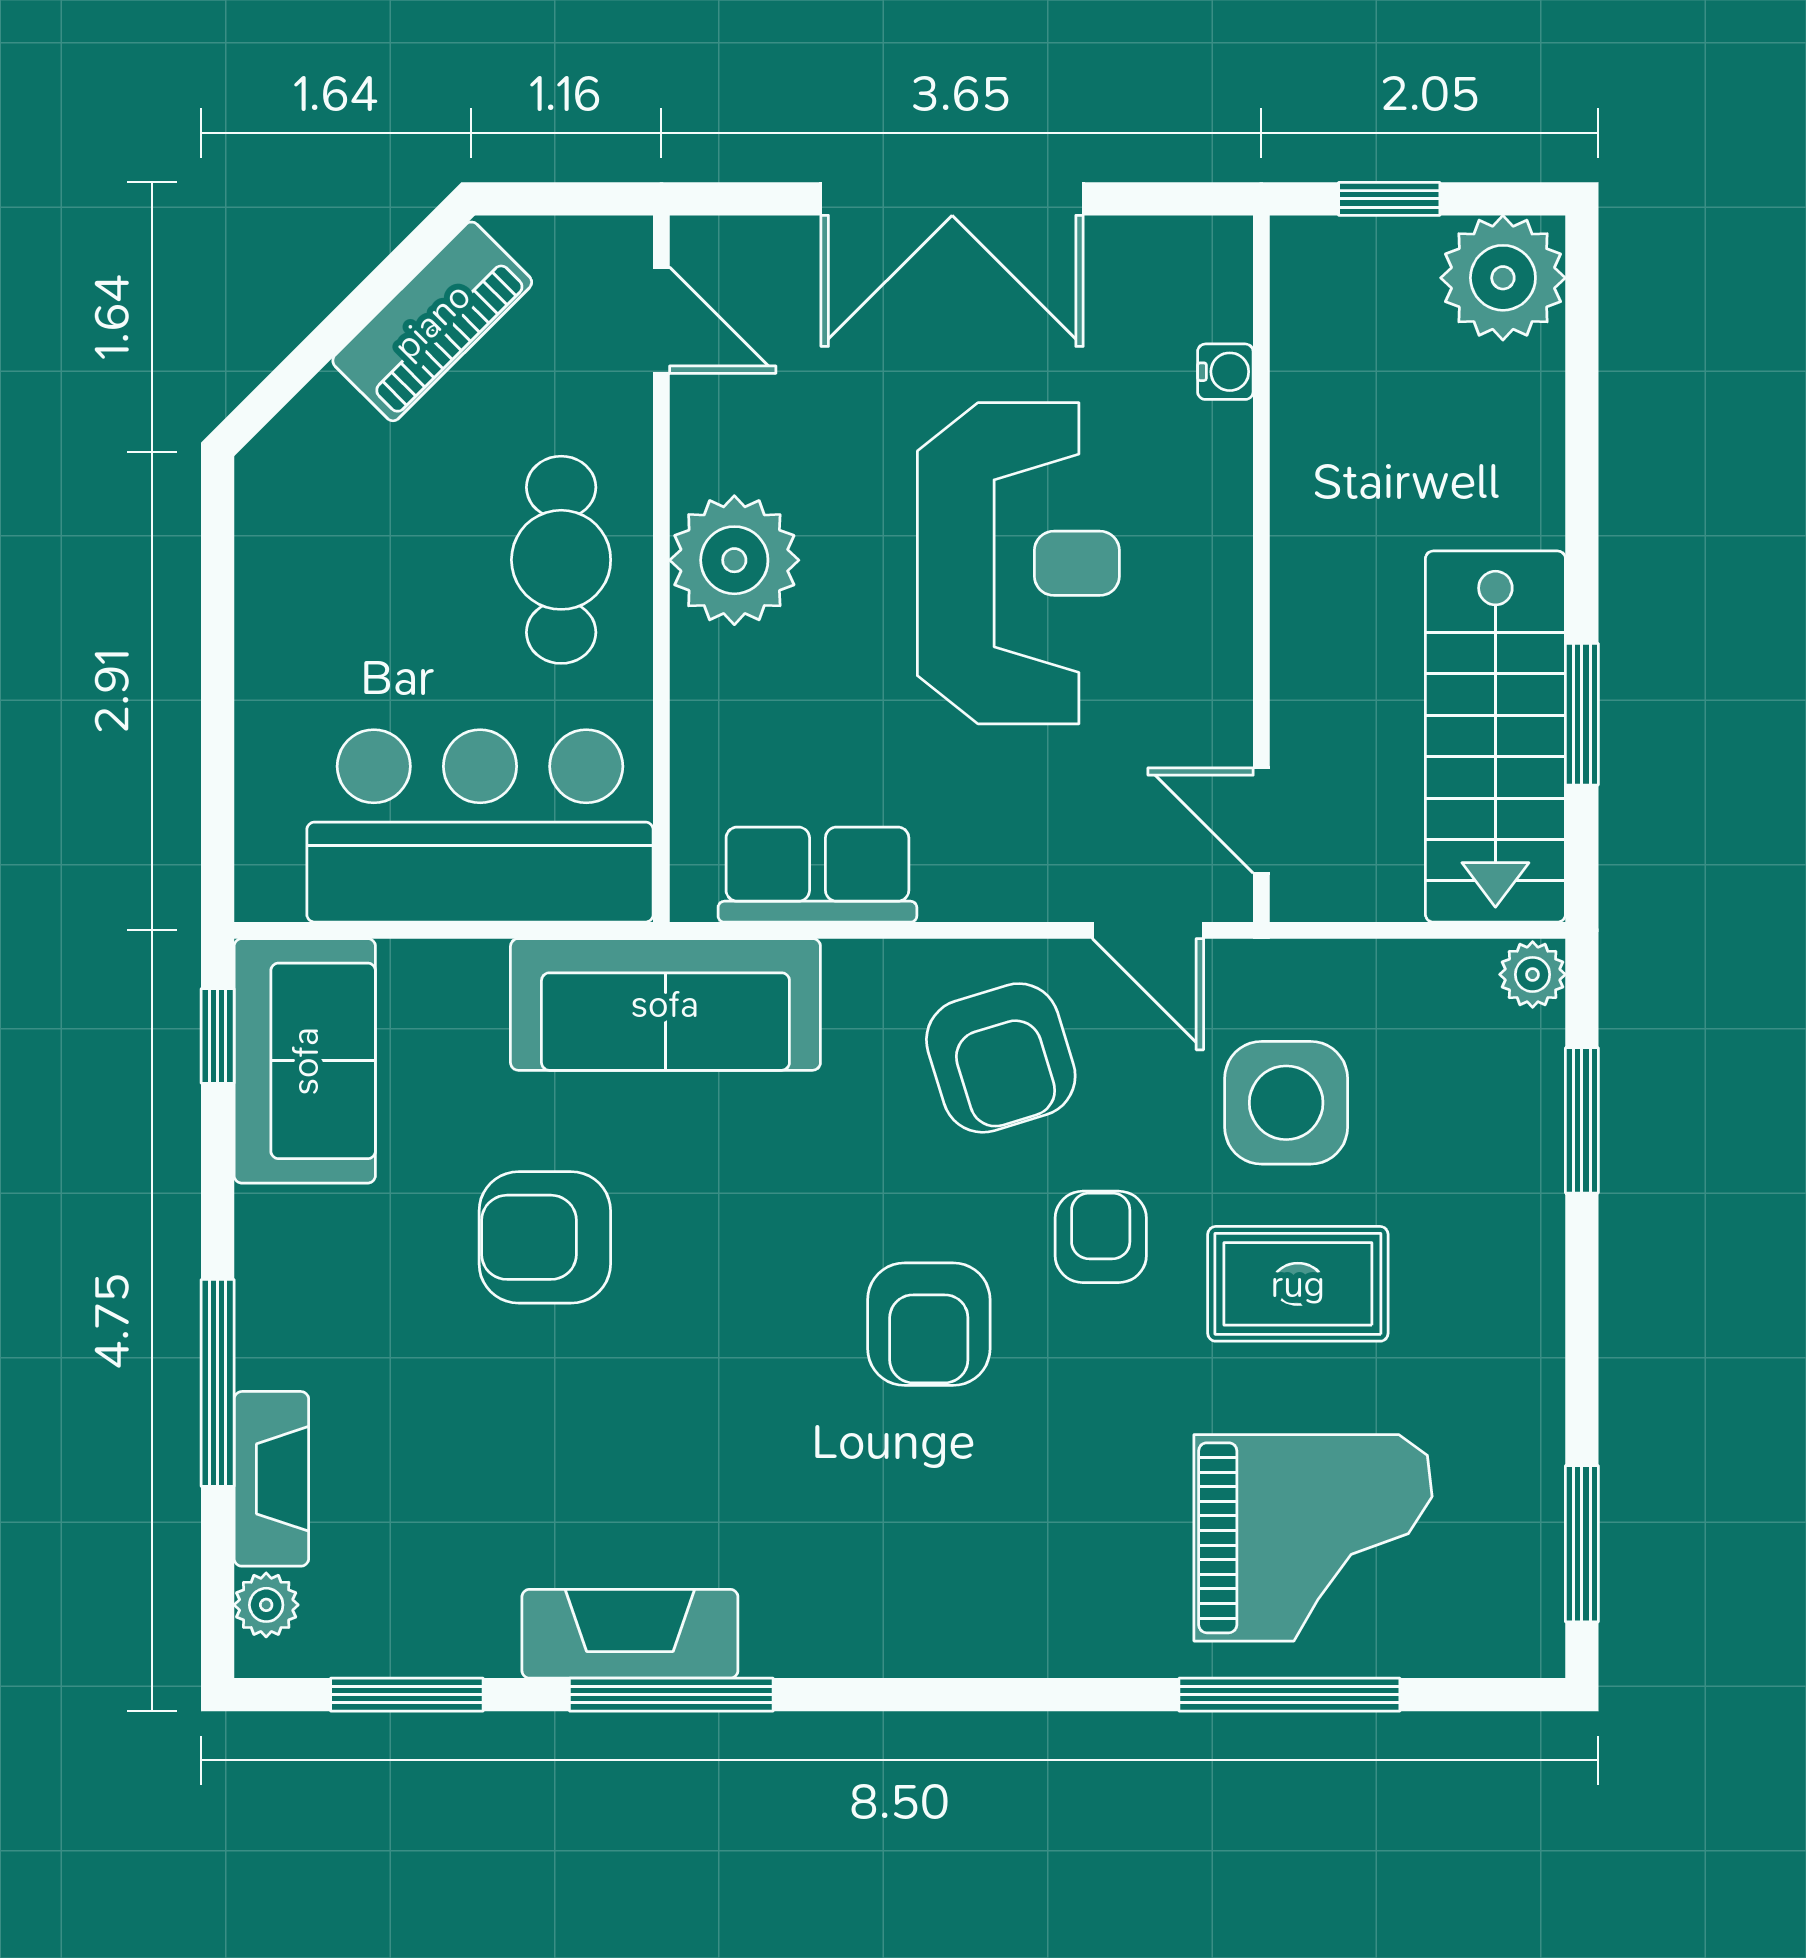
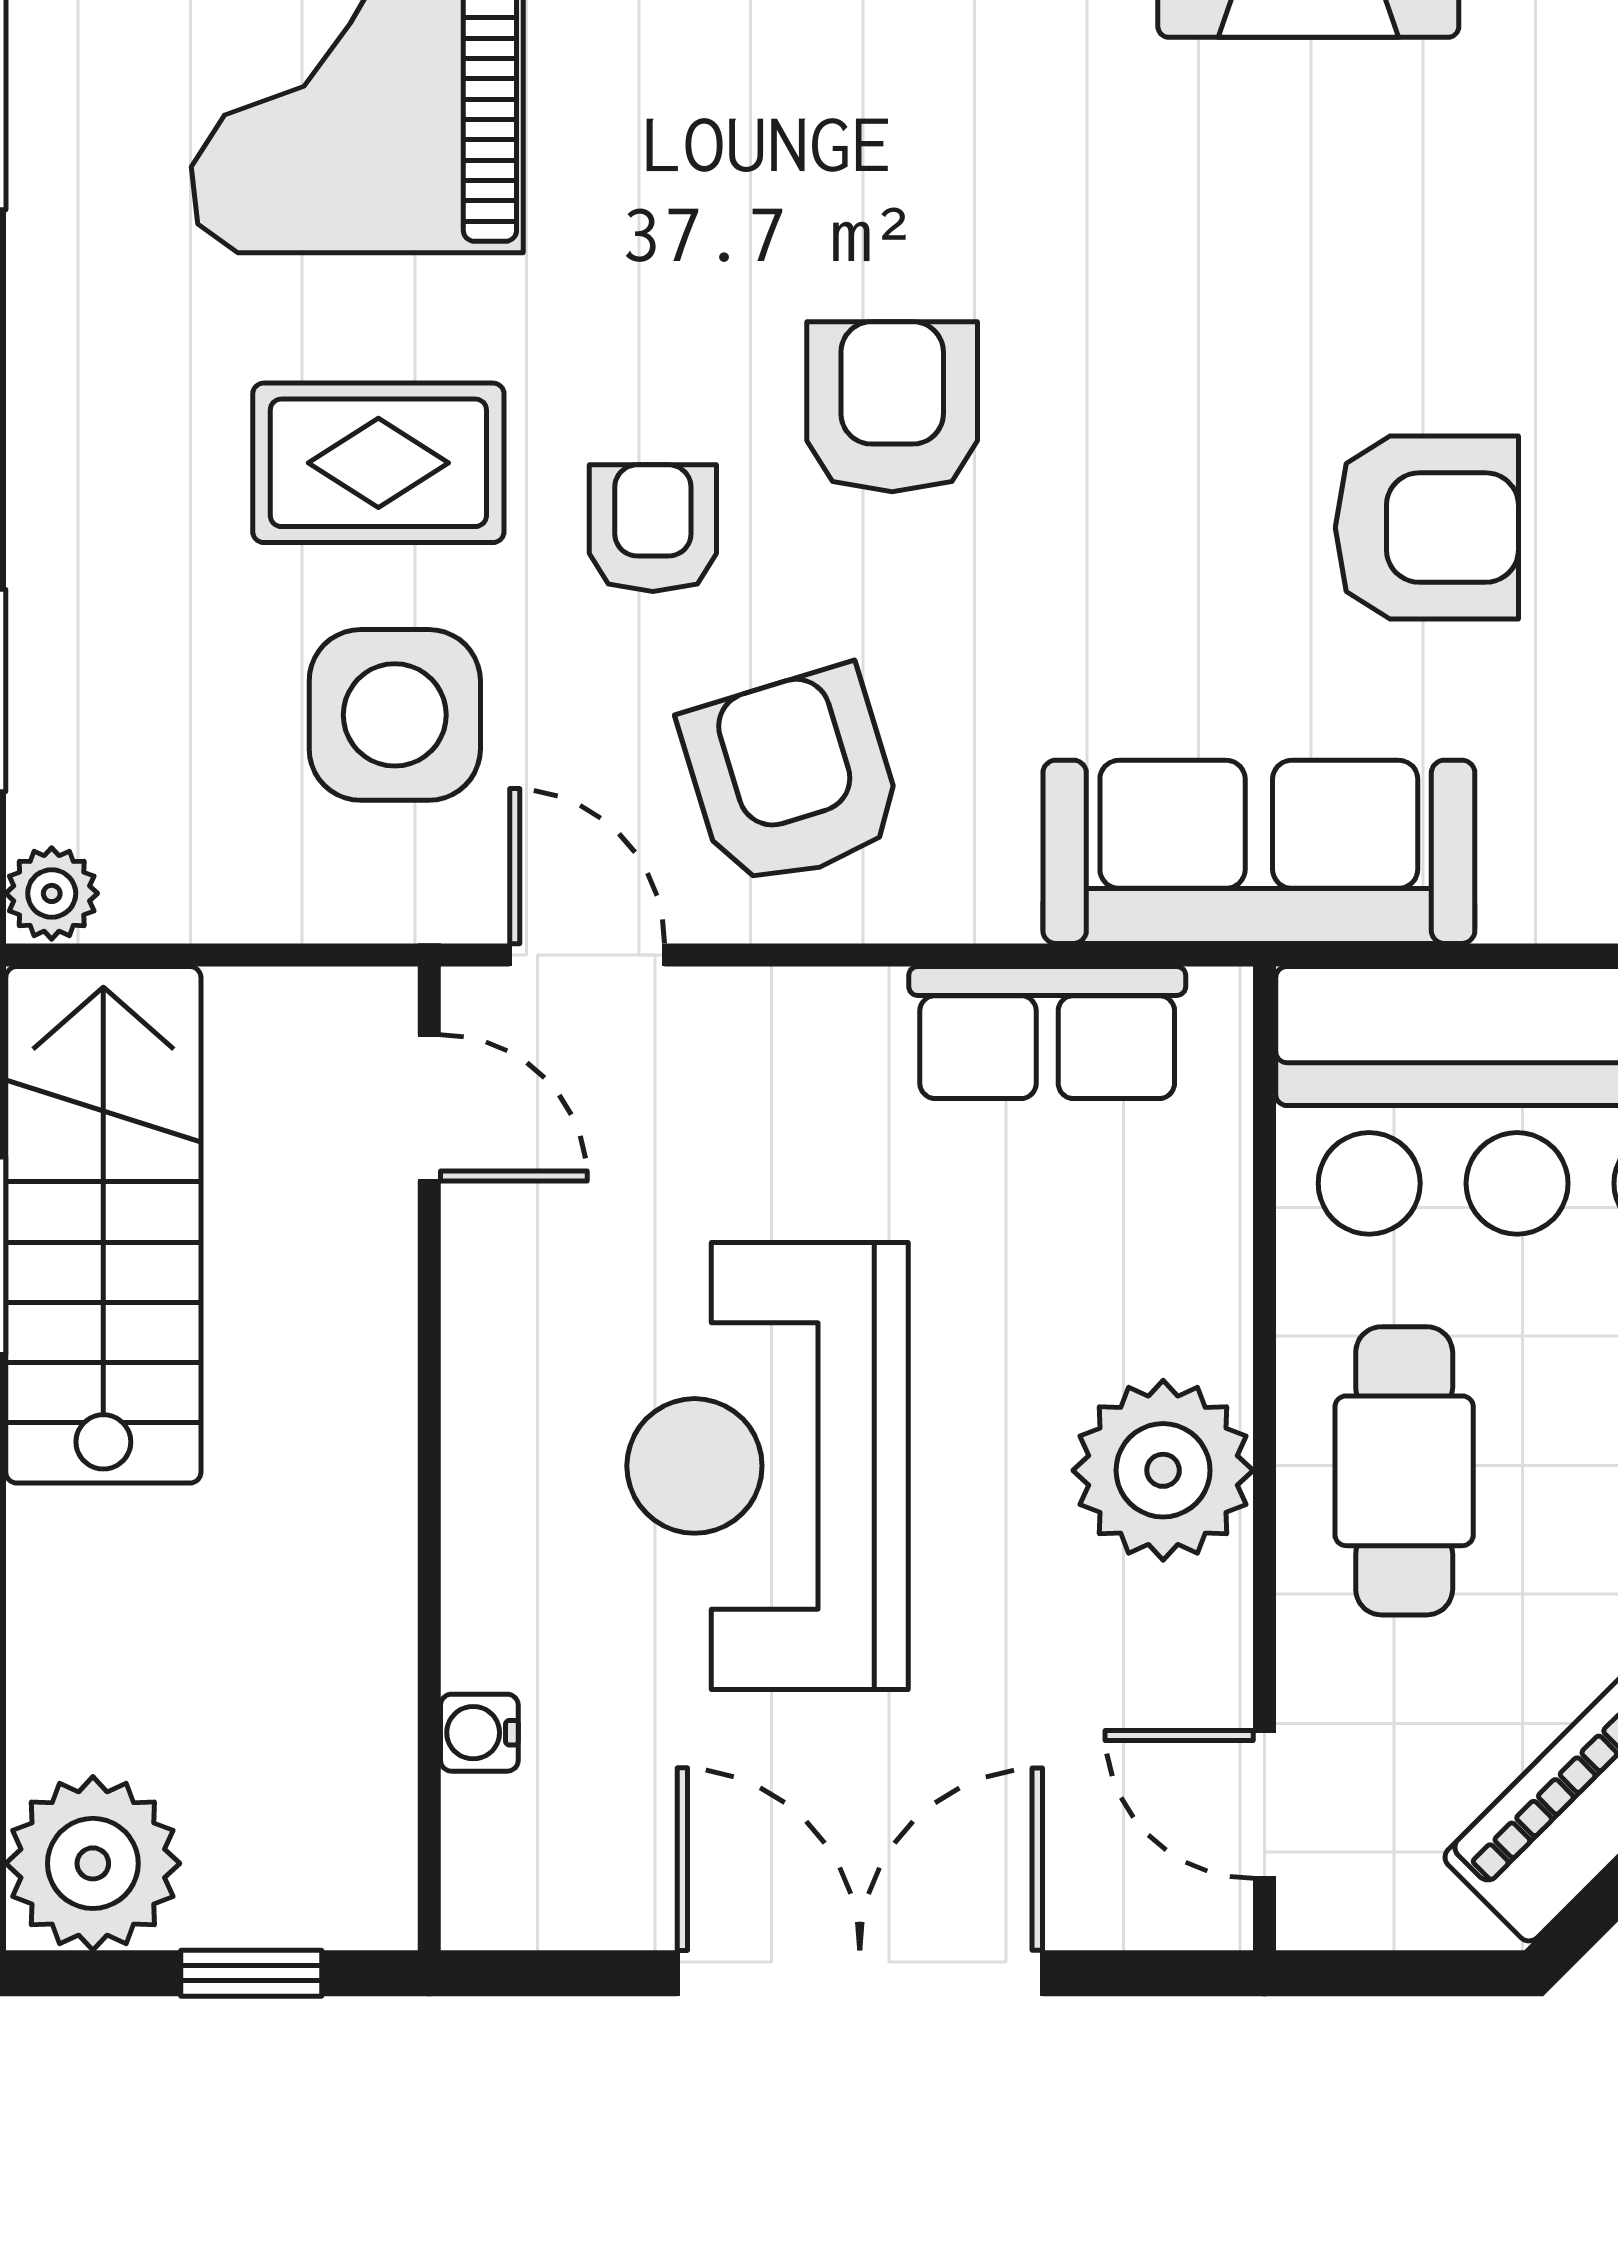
armchair: (1101, 1237) -> (653, 528), turned 180

